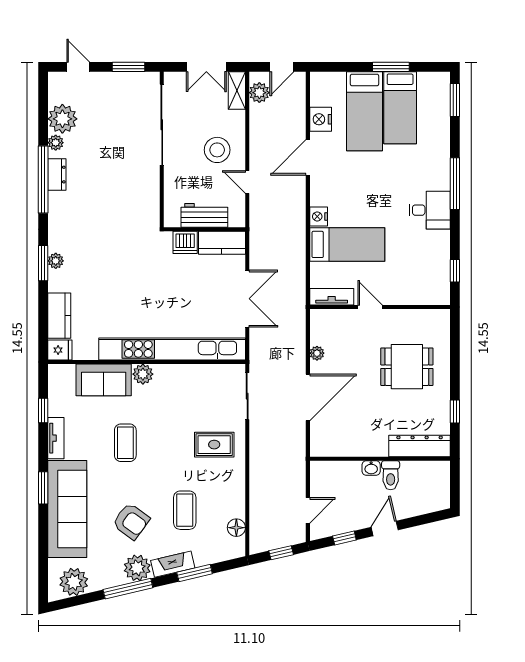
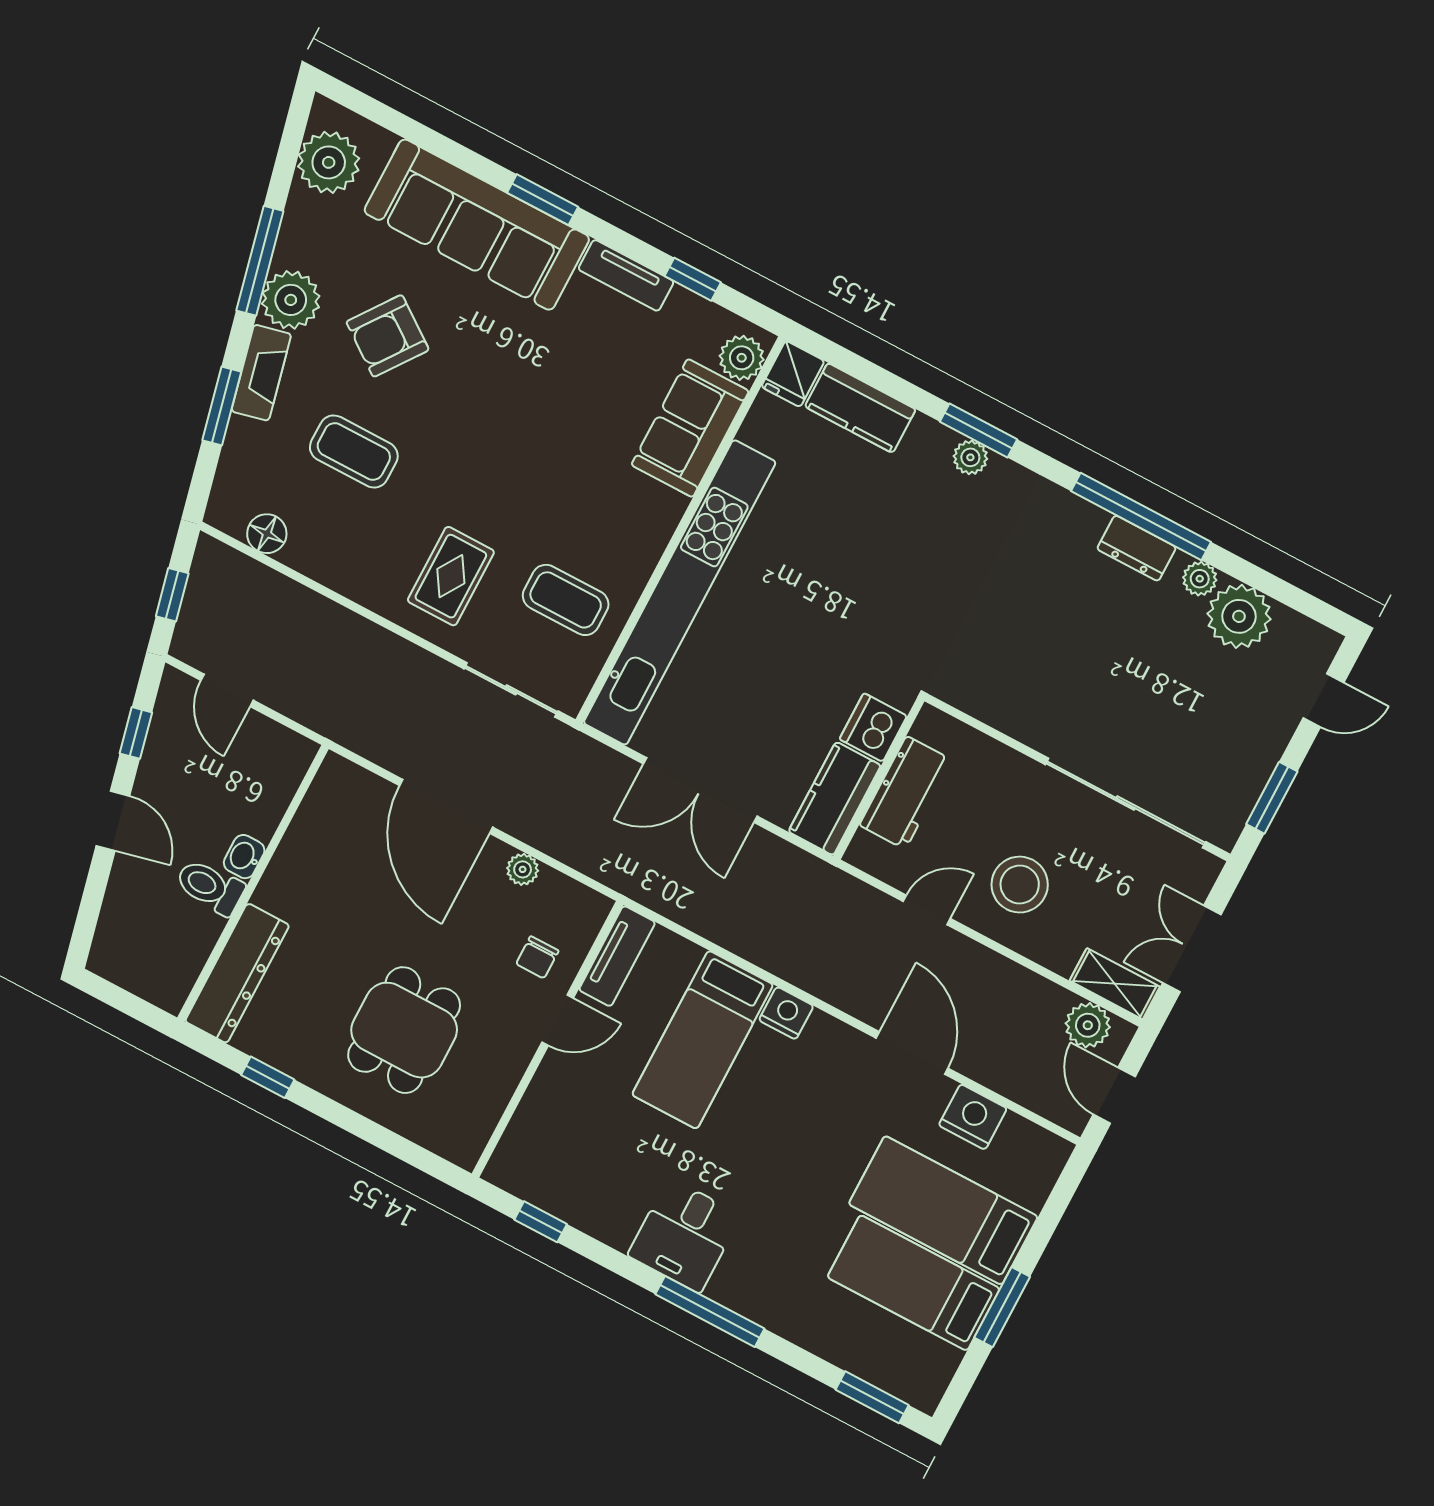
chair: (349, 329) -> (537, 957), added
plant: (143, 374) -> (742, 358), moved
coffee table: (125, 443) -> (566, 600), moved

